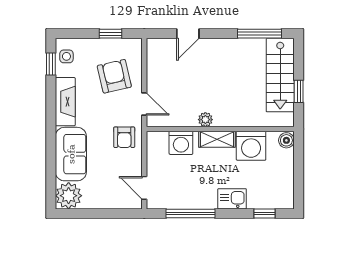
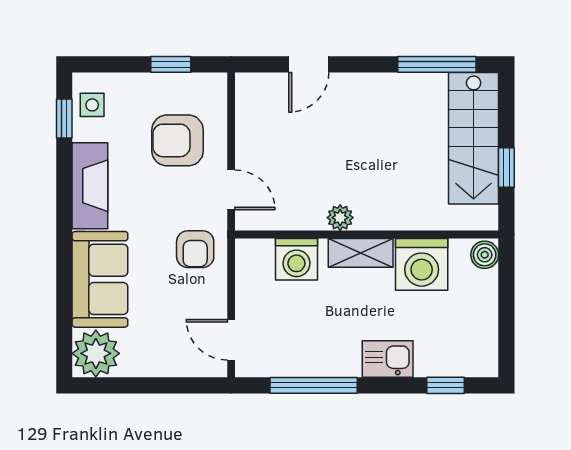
armchair: (114, 76) -> (178, 140), turned -77

